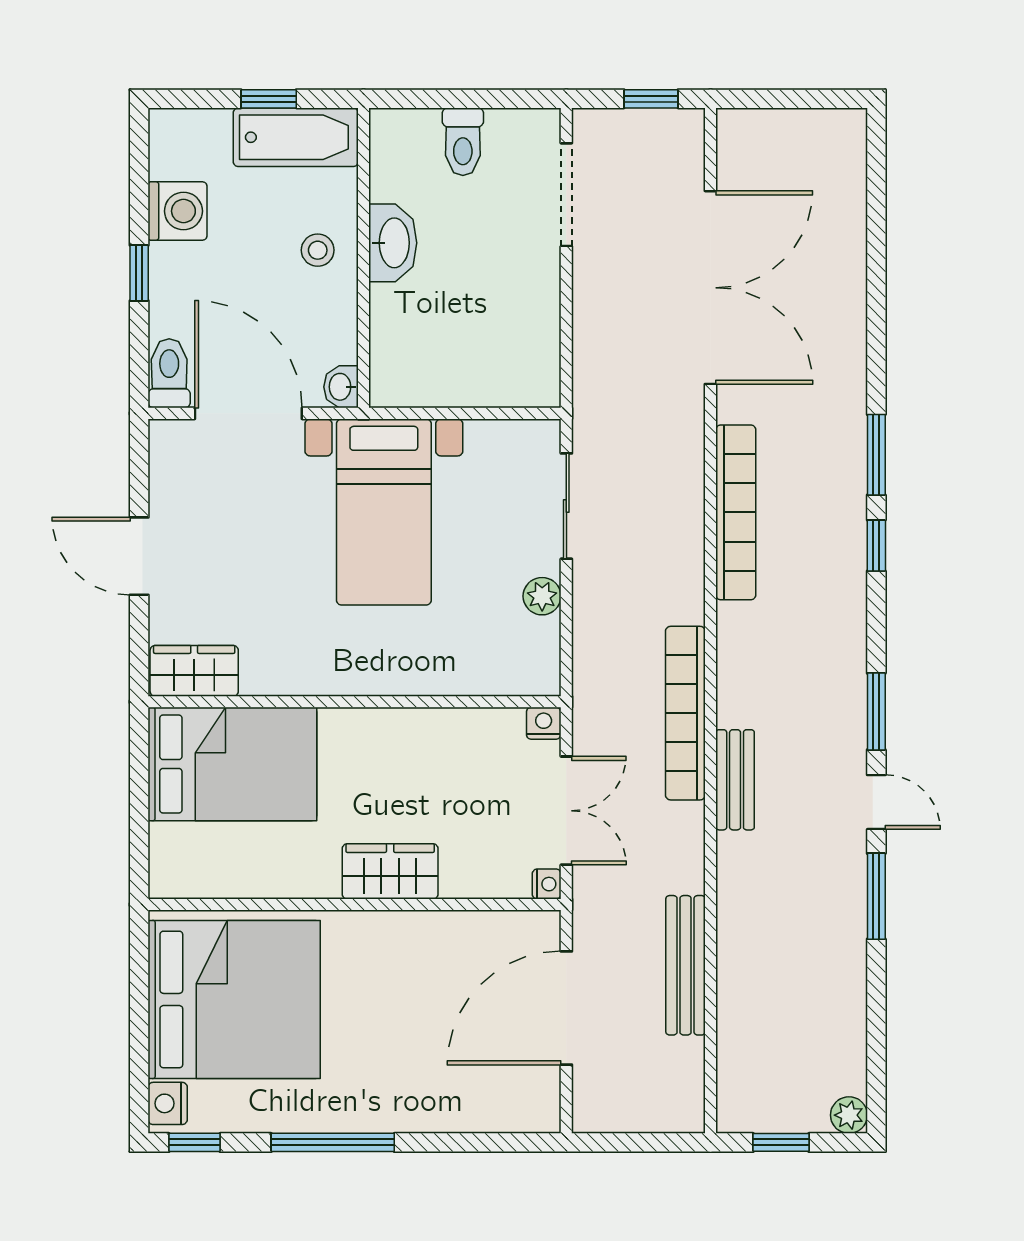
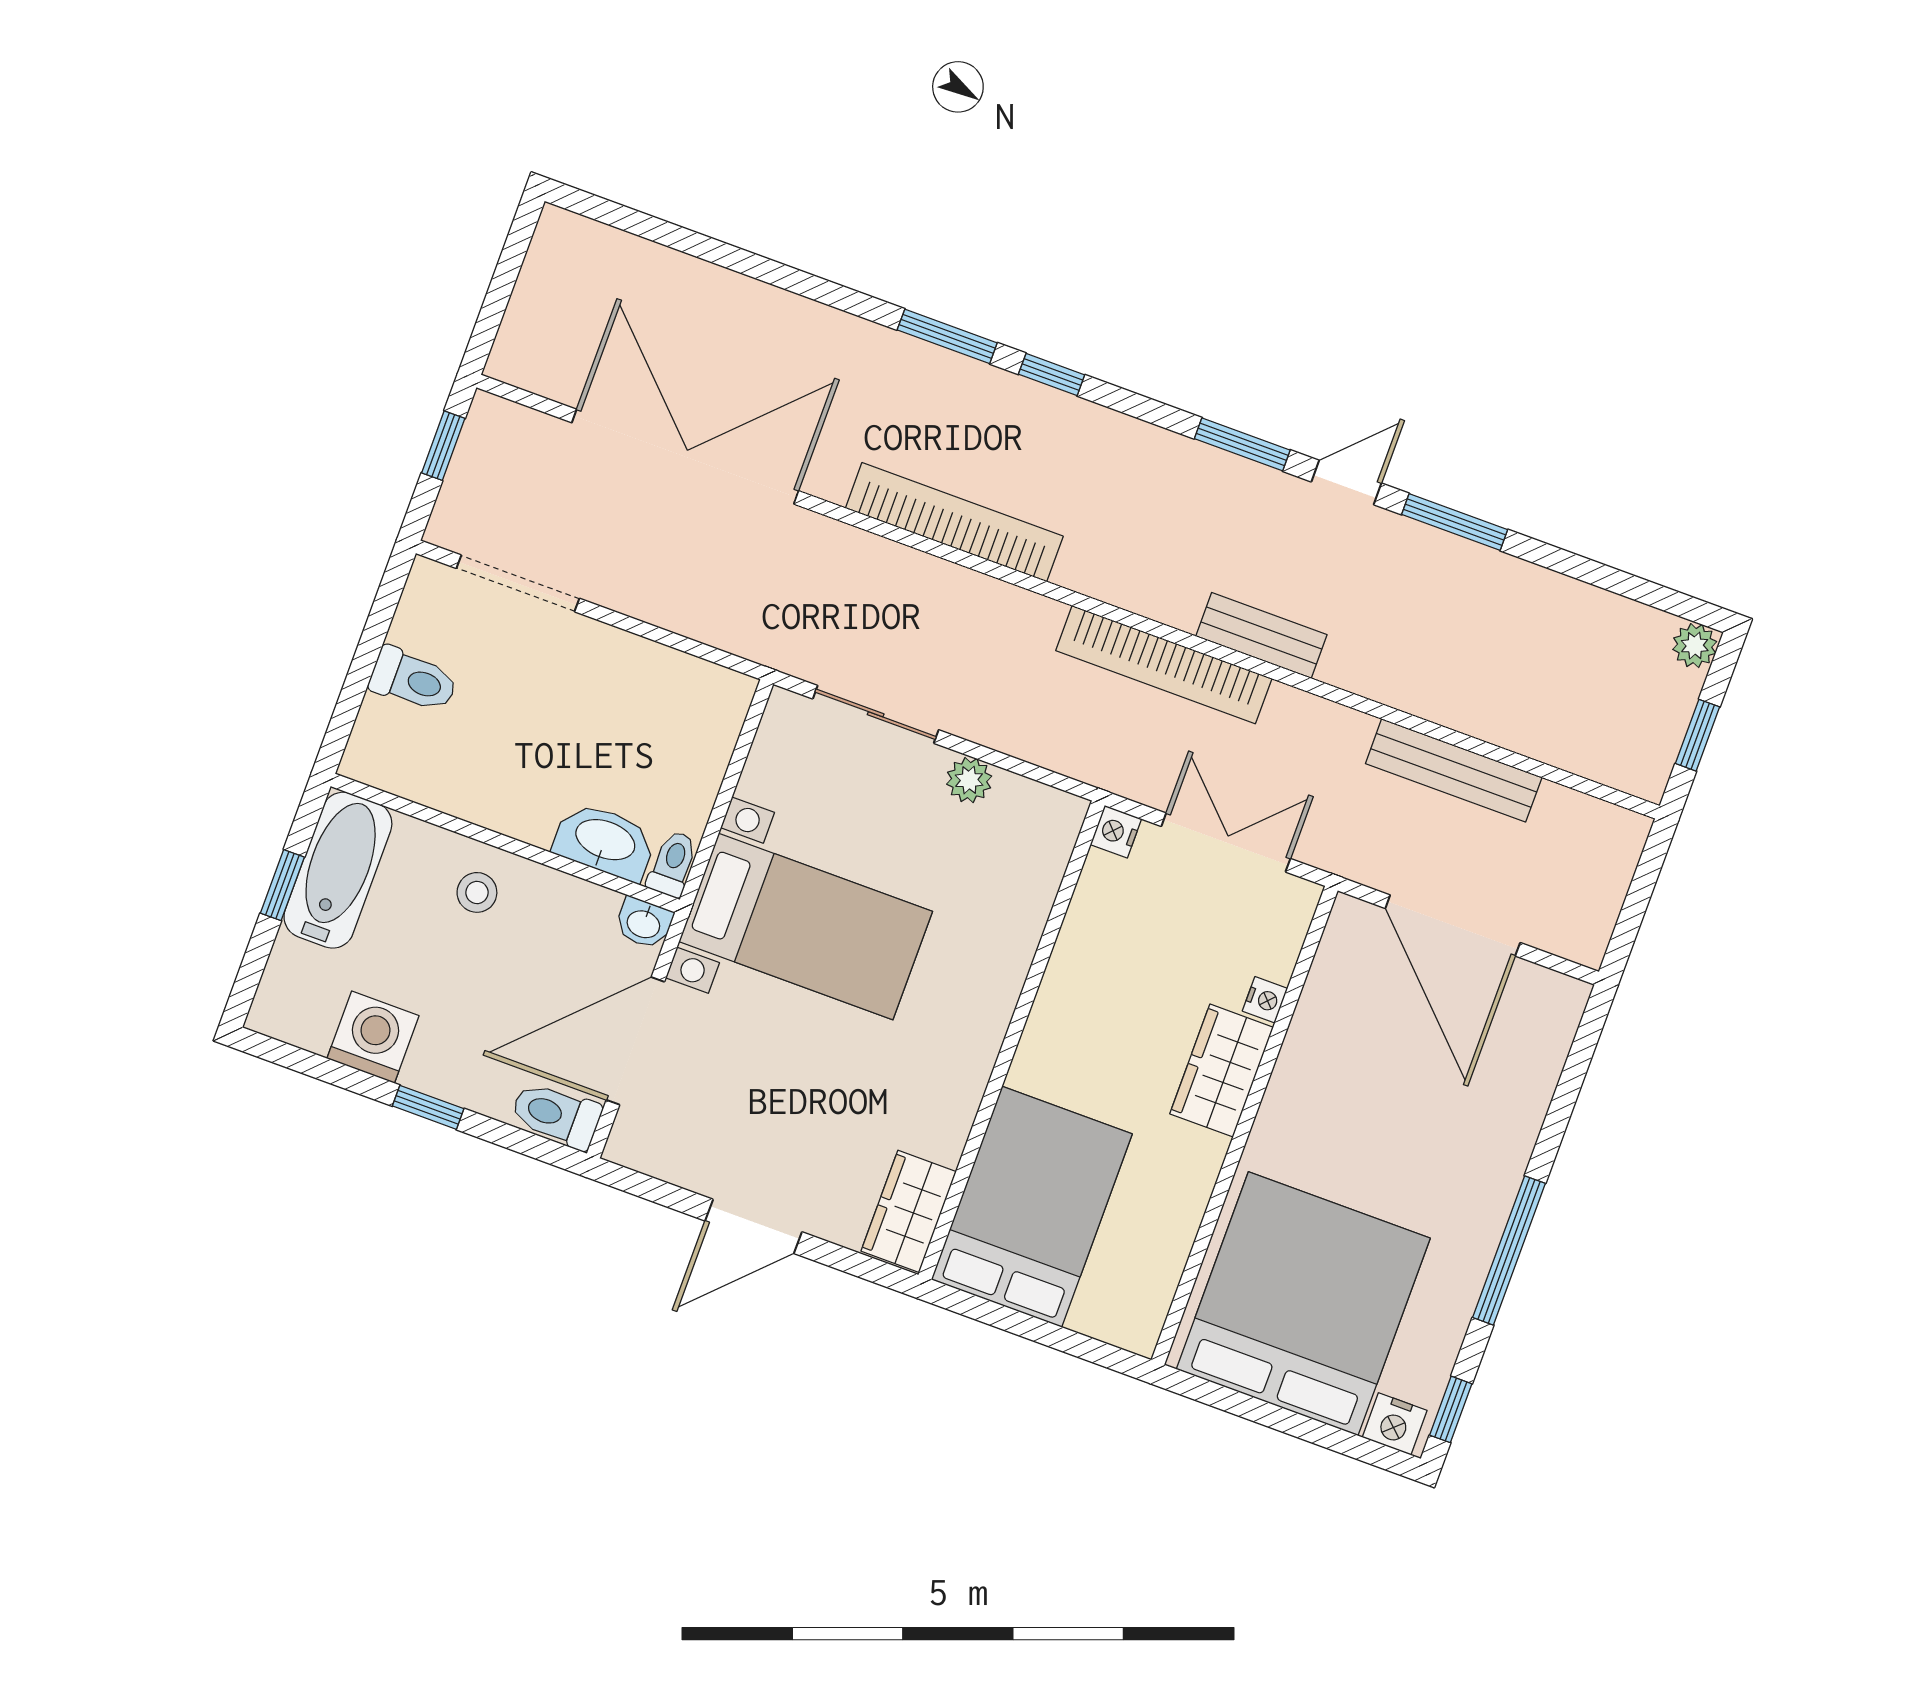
washbasin: (393, 243) -> (605, 841), moved
toilet: (395, 392) -> (673, 864), added
nightstand: (547, 884) -> (1265, 1000), moved, turned 90

